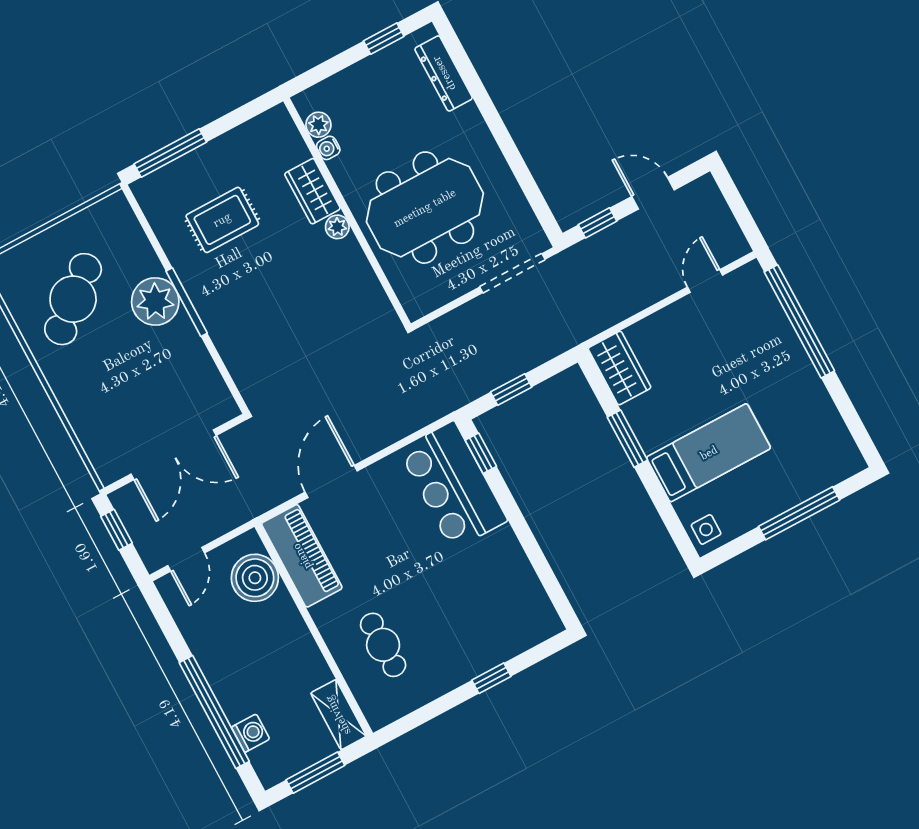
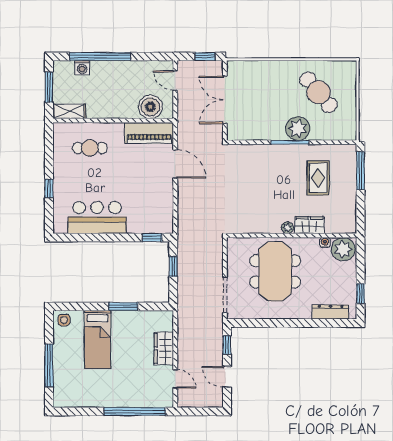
plant: (318, 125) -> (343, 249), width x1.87, depth x1.87
door: (653, 193) -> (227, 377), swing flipped
wardrobe: (620, 368) -> (164, 348), moved, turned 90
bar counter: (453, 485) -> (97, 218), moved

